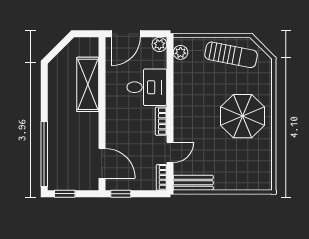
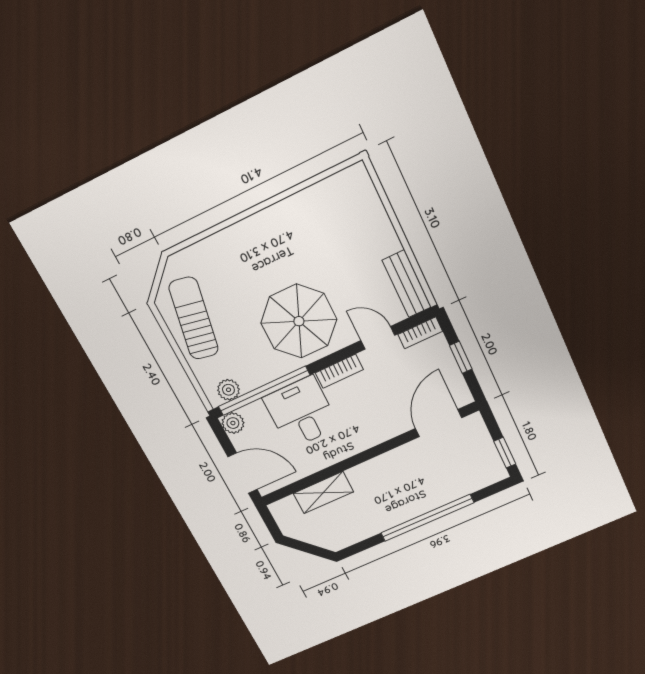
window: (170, 72) -> (264, 391), added
shelving: (88, 84) -> (323, 493), width x0.67, depth x0.75
parasol: (243, 116) -> (299, 321), moved
window: (44, 154) -> (427, 518), moved
window: (121, 194) -> (461, 357), moved

